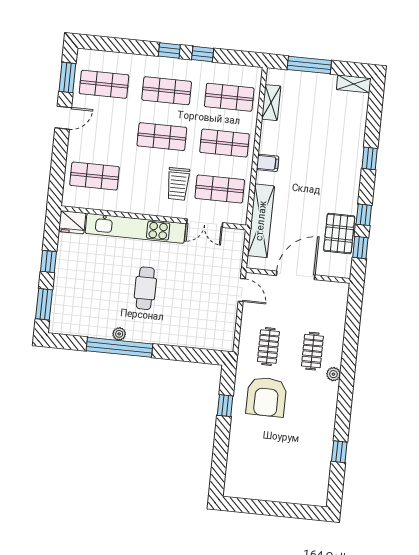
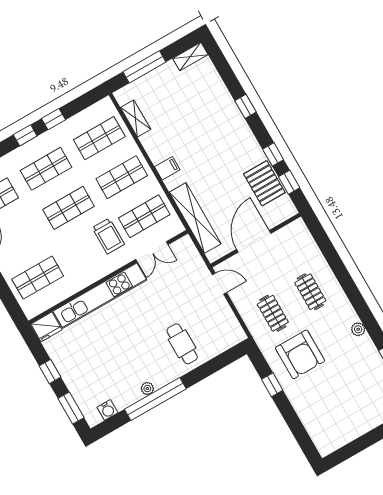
cafe table: (145, 288) -> (182, 344), moved
water cooler: (73, 328) -> (107, 410), added
plant: (333, 374) -> (358, 329), moved

